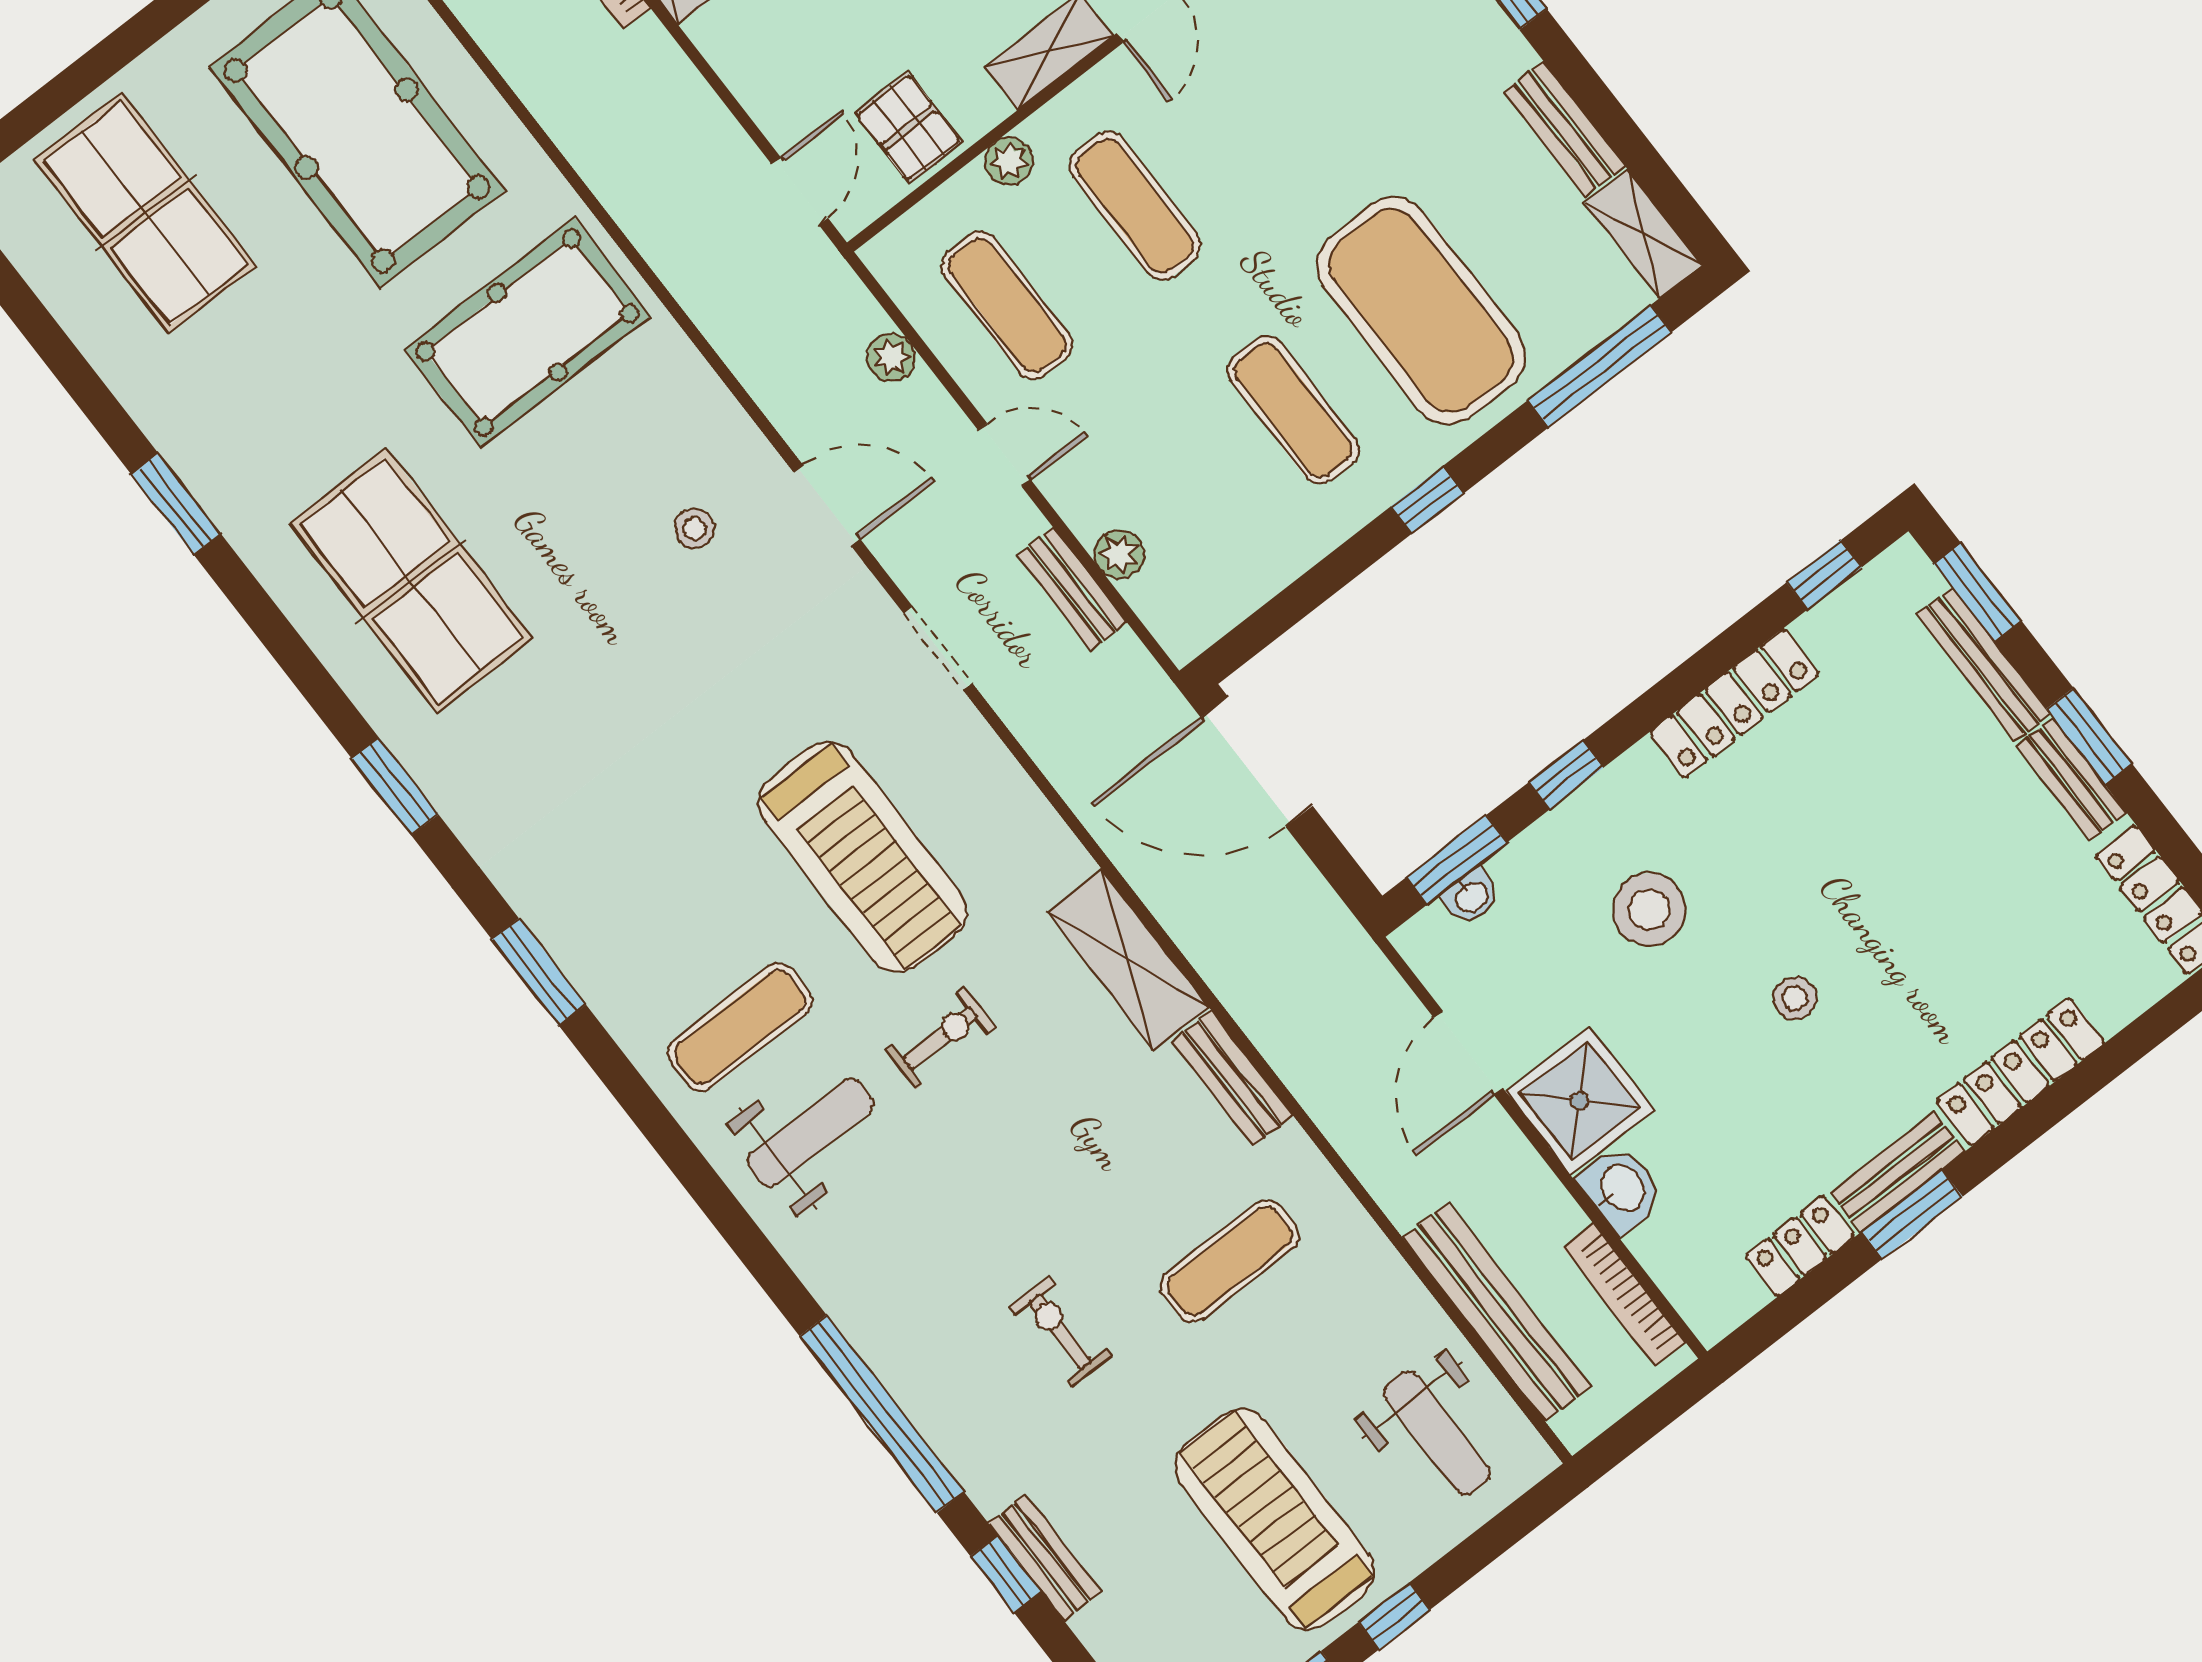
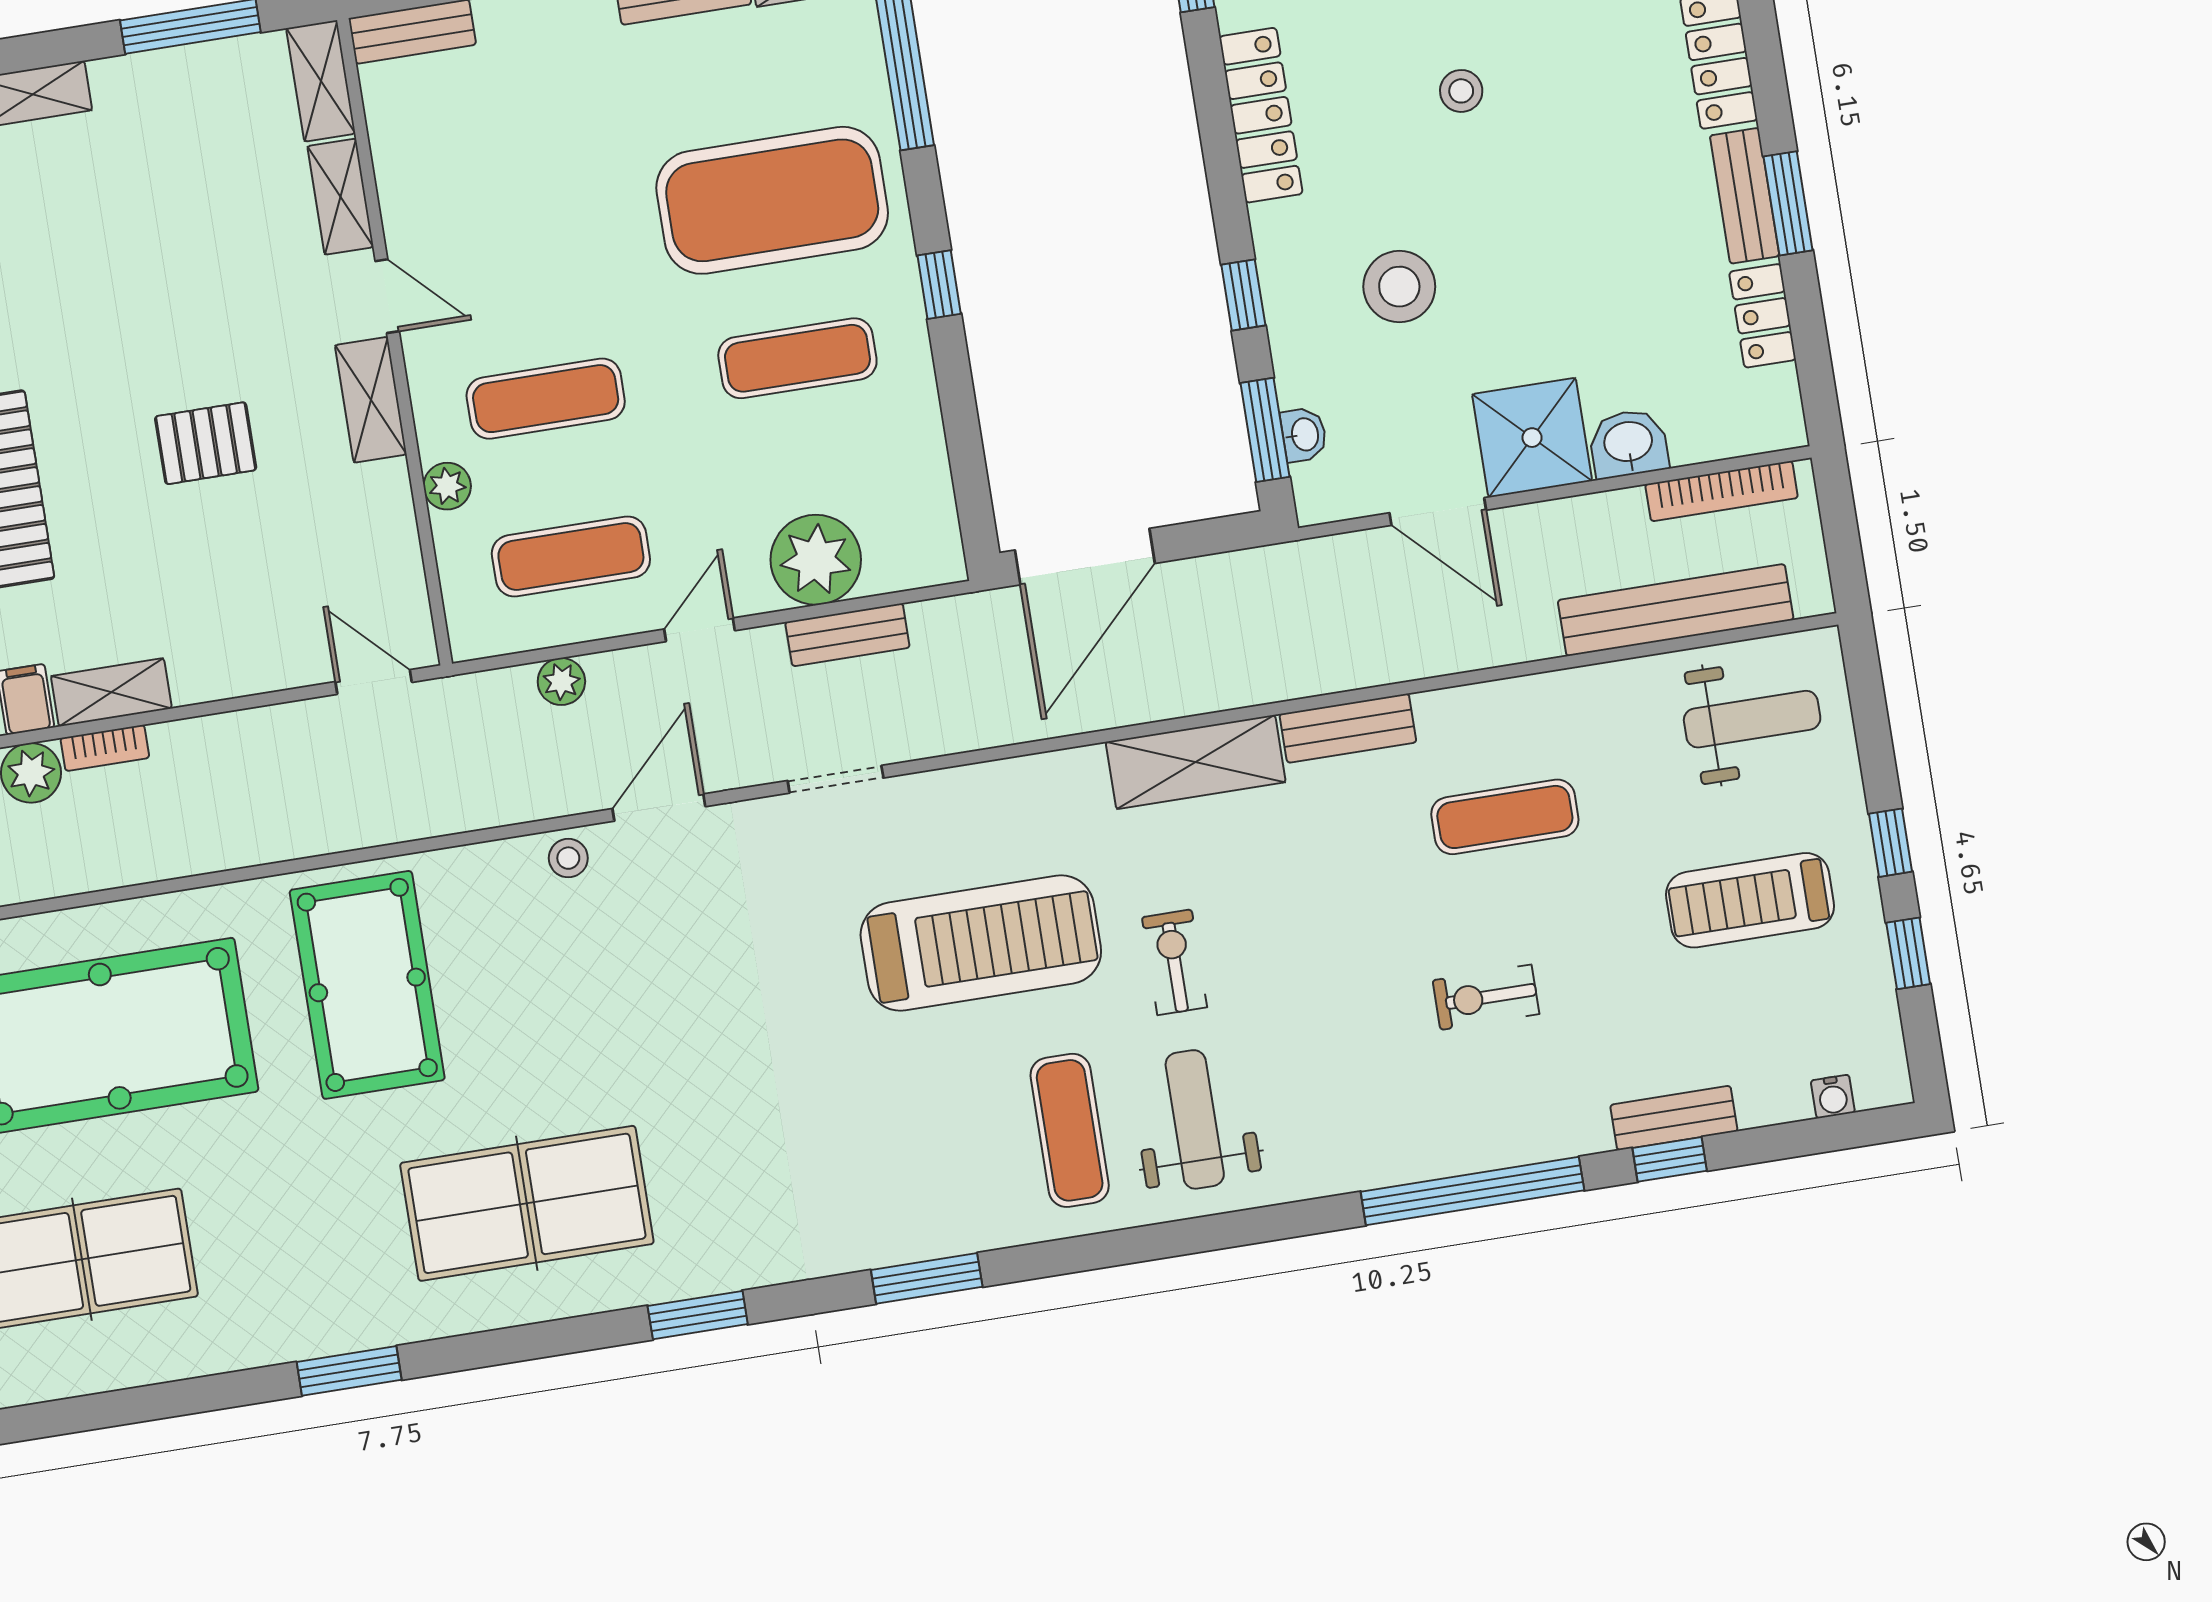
pallet: (909, 128) -> (371, 558), removed
stool: (694, 528) -> (568, 858), moved
plant: (1119, 554) -> (816, 560), width x1.88, depth x1.88
stool: (1795, 998) -> (1461, 91), moved
exercise mat: (1230, 1261) -> (1505, 817), turned 90
treadmill: (1275, 1519) -> (1750, 900), width x0.73, depth x0.73

